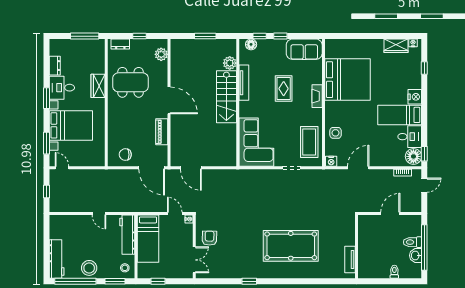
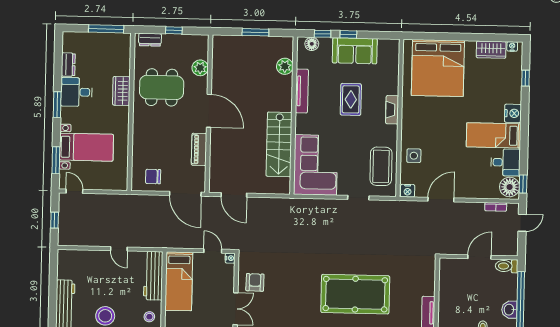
sofa: (304, 49) -> (355, 51), moved
plant: (161, 54) -> (200, 68), moved
bed: (347, 80) -> (438, 68), moved, turned 90
stairs: (226, 97) -> (279, 144), moved
bed with nightstands: (71, 125) -> (86, 147), width x0.73
toilet: (412, 242) -> (507, 266), moved

